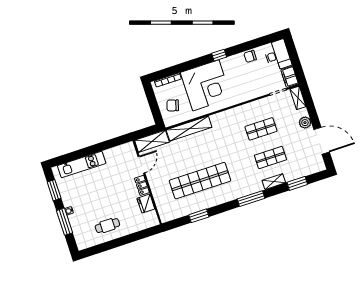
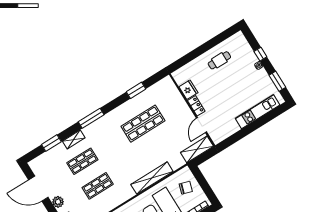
shelving: (189, 129) -> (152, 178), moved
shop shelf: (200, 181) -> (143, 124), width x0.71
window: (64, 222) -> (260, 54), width x0.46

